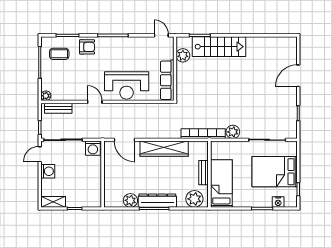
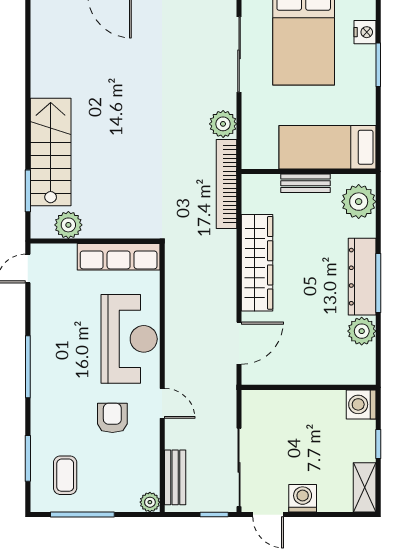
armchair: (87, 47) -> (112, 418), moved
door: (95, 102) -> (162, 403), swing flipped
washing machine: (93, 148) -> (361, 404), moved, turned 180

